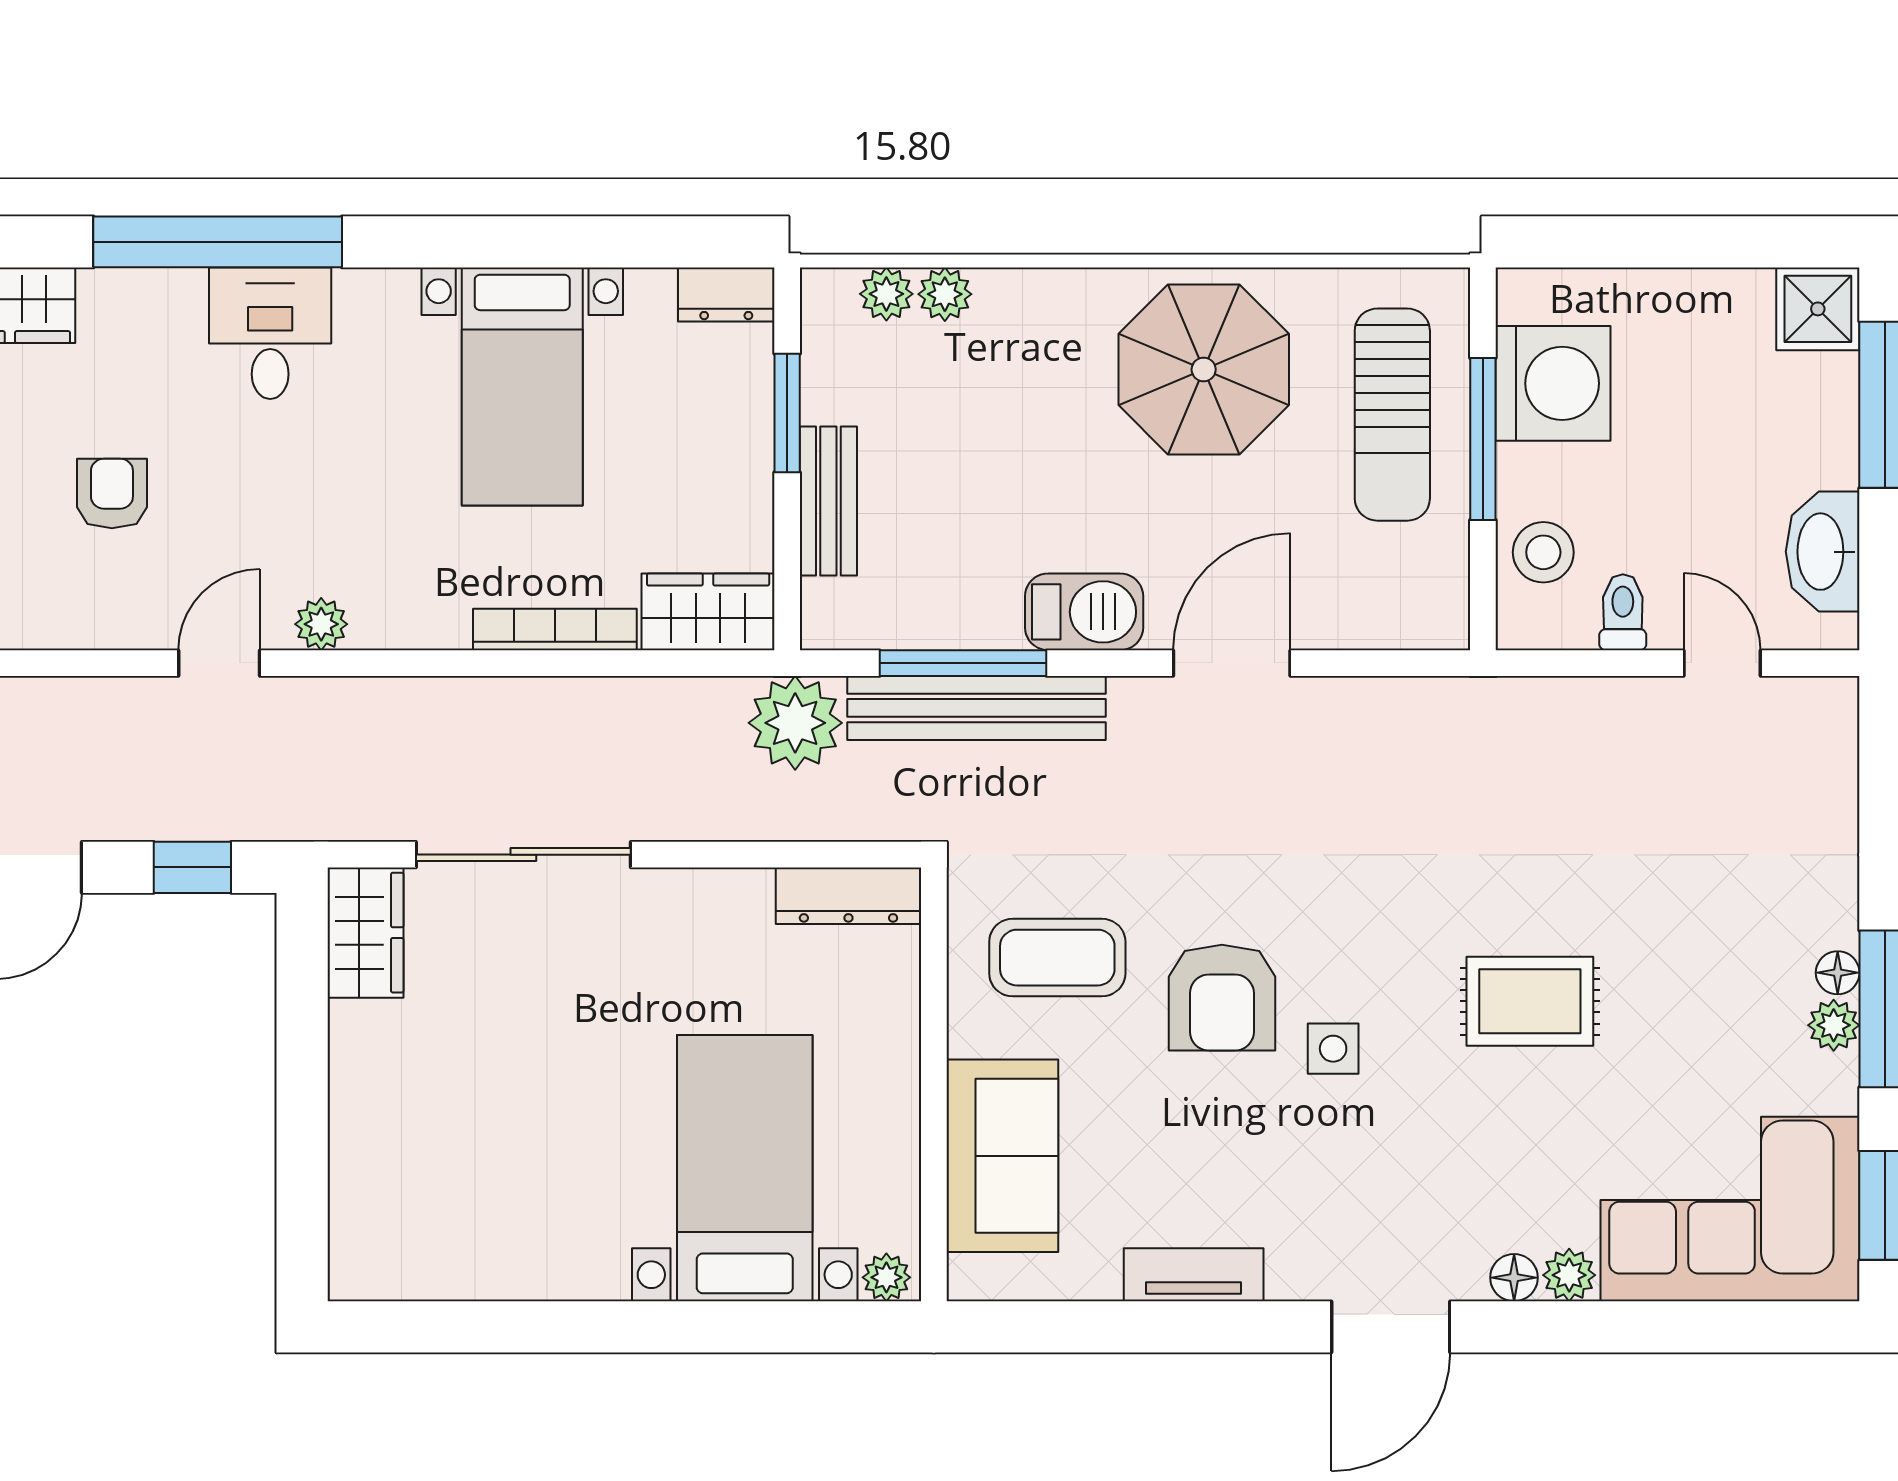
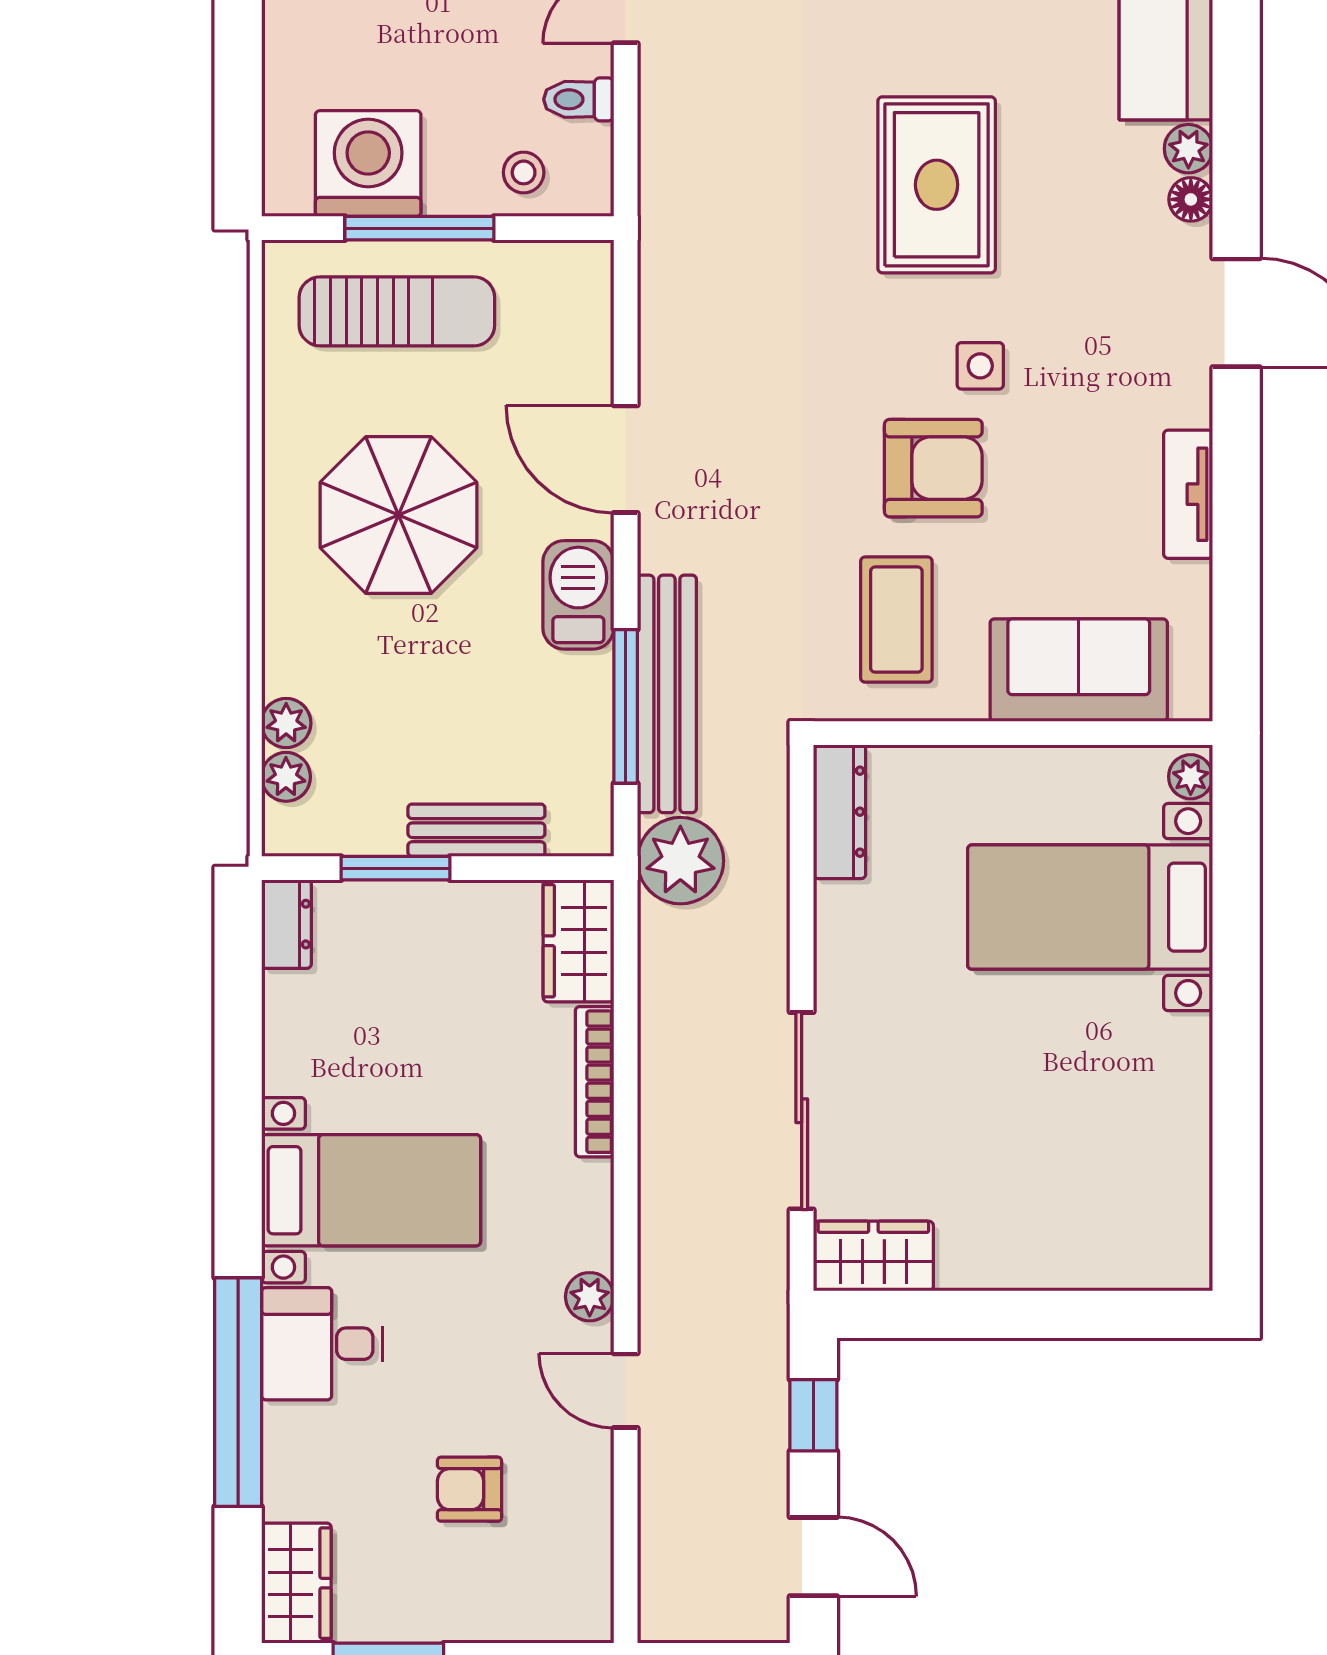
parasol: (1204, 369) -> (398, 515), moved
bed with nightstands: (522, 387) -> (371, 1190), moved
stool: (1543, 552) -> (524, 172), width x0.73, depth x0.73
rug: (1530, 1001) -> (937, 185), width x1.36, depth x1.43

